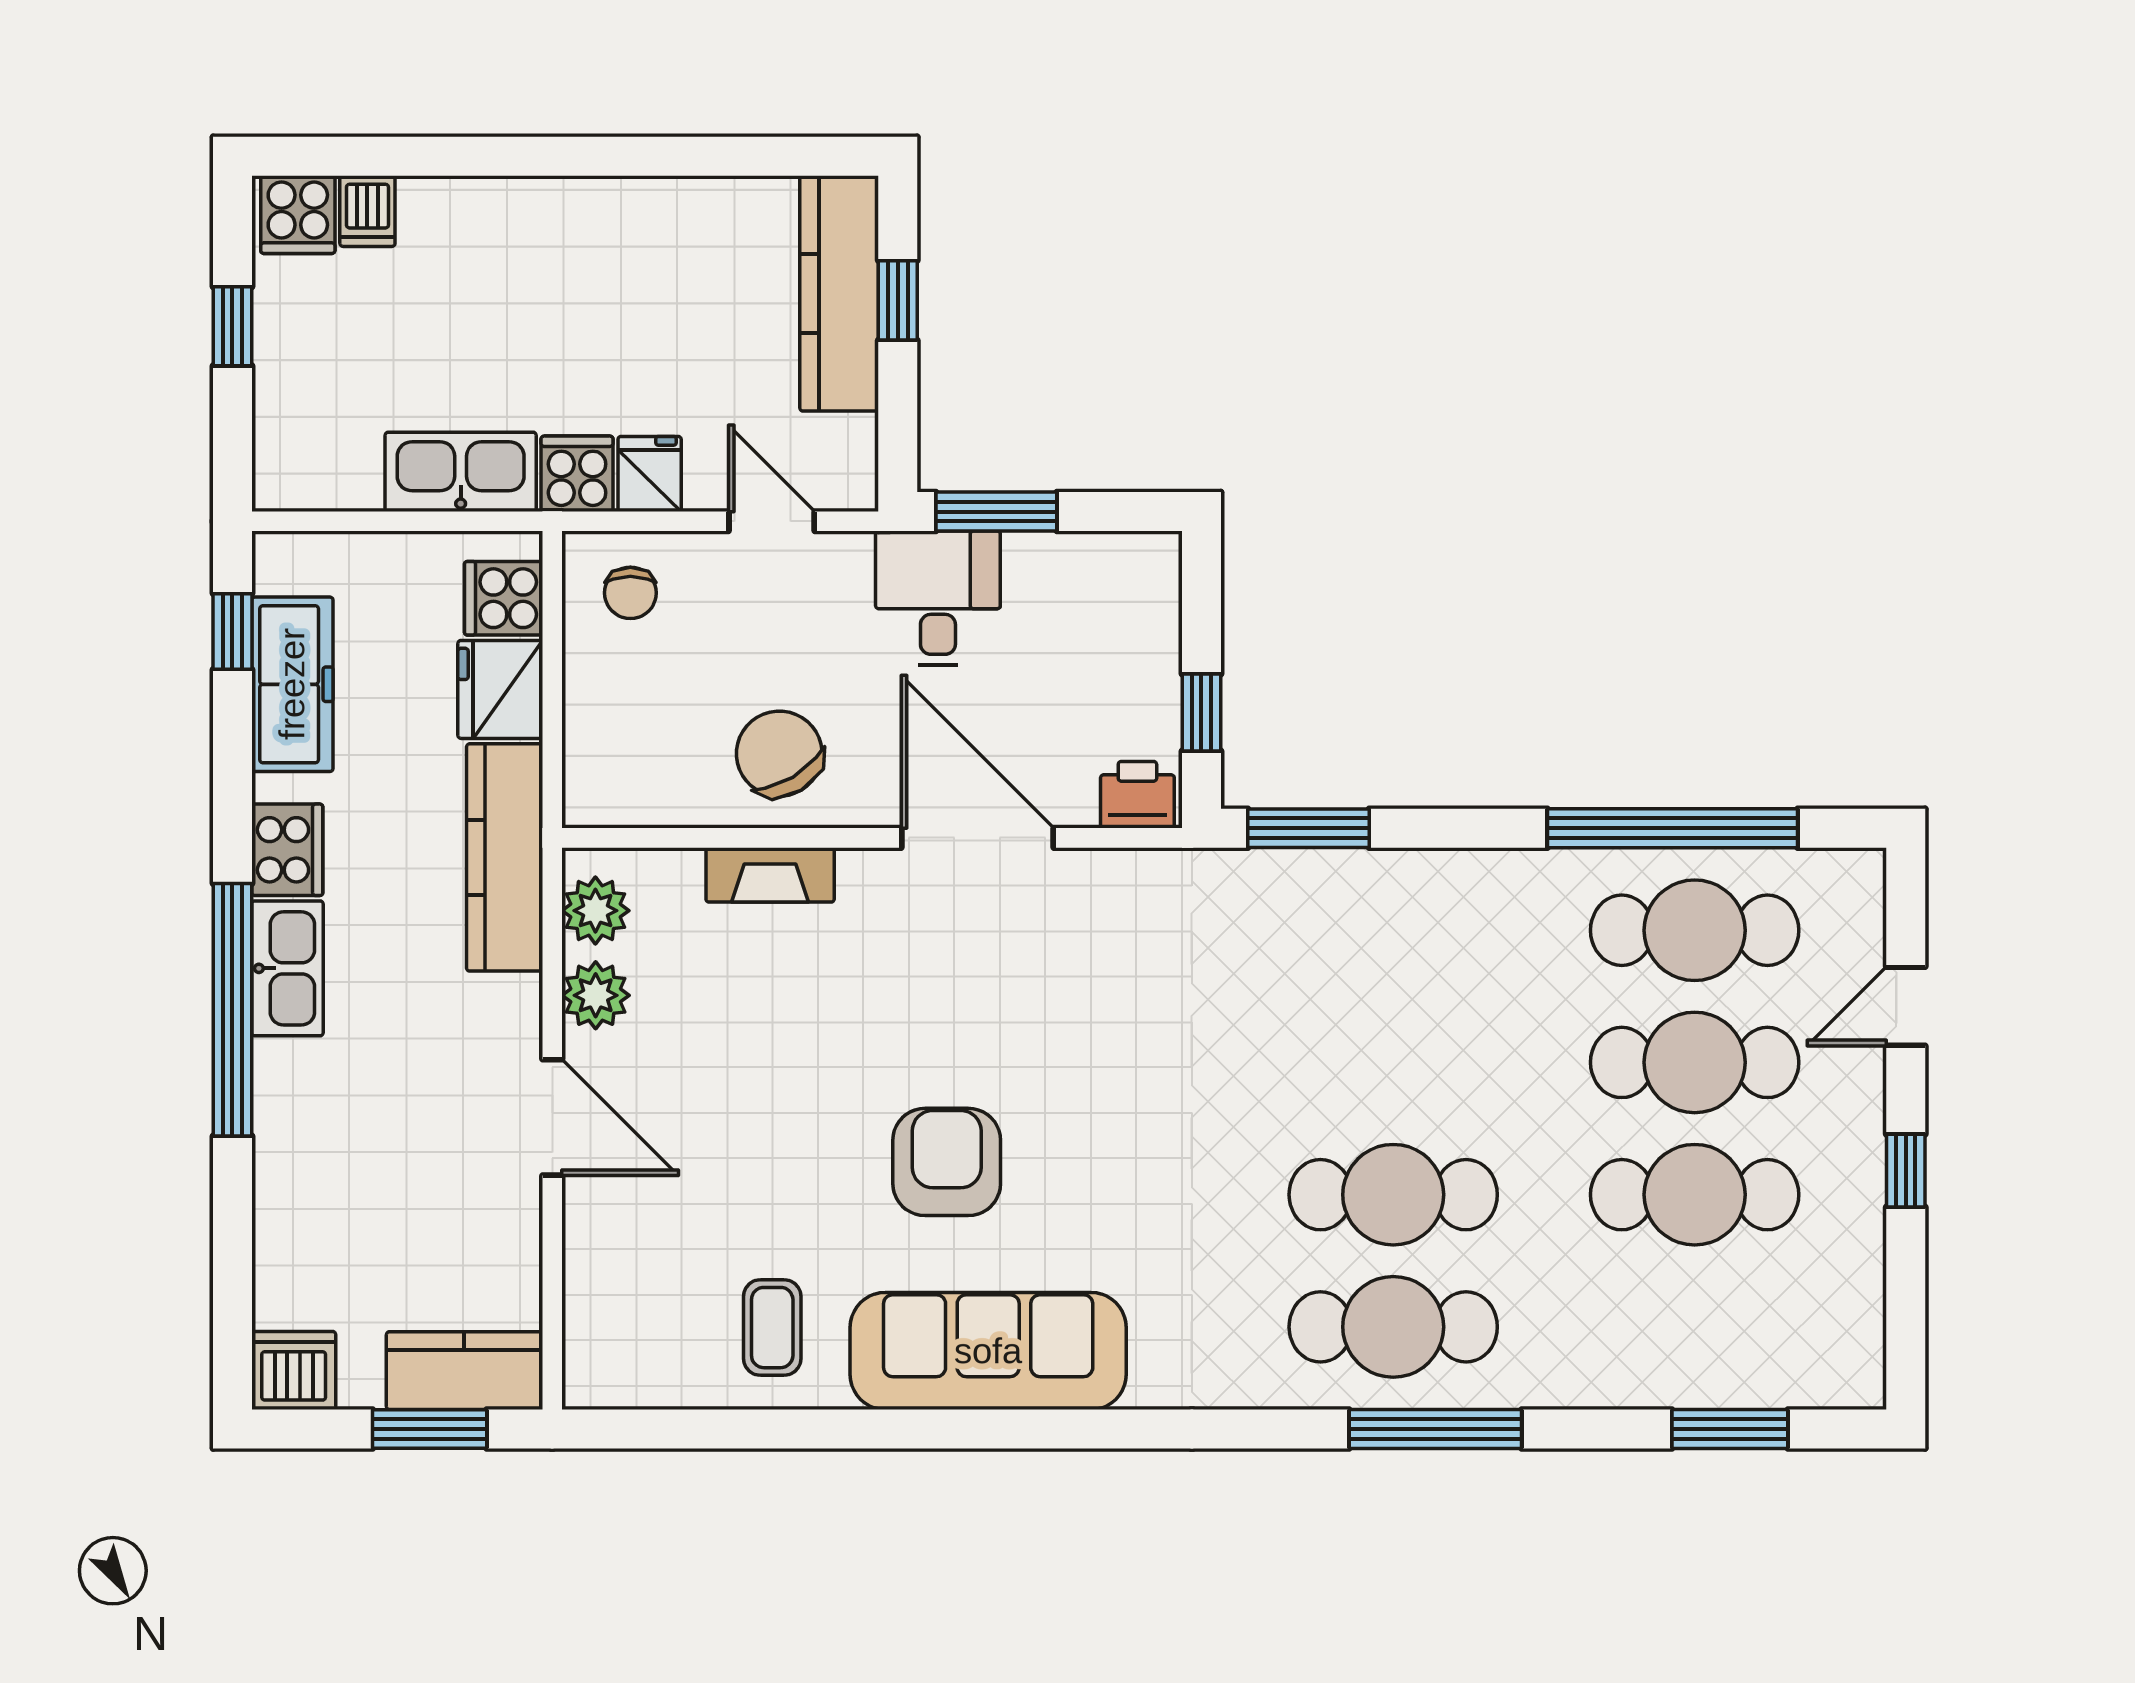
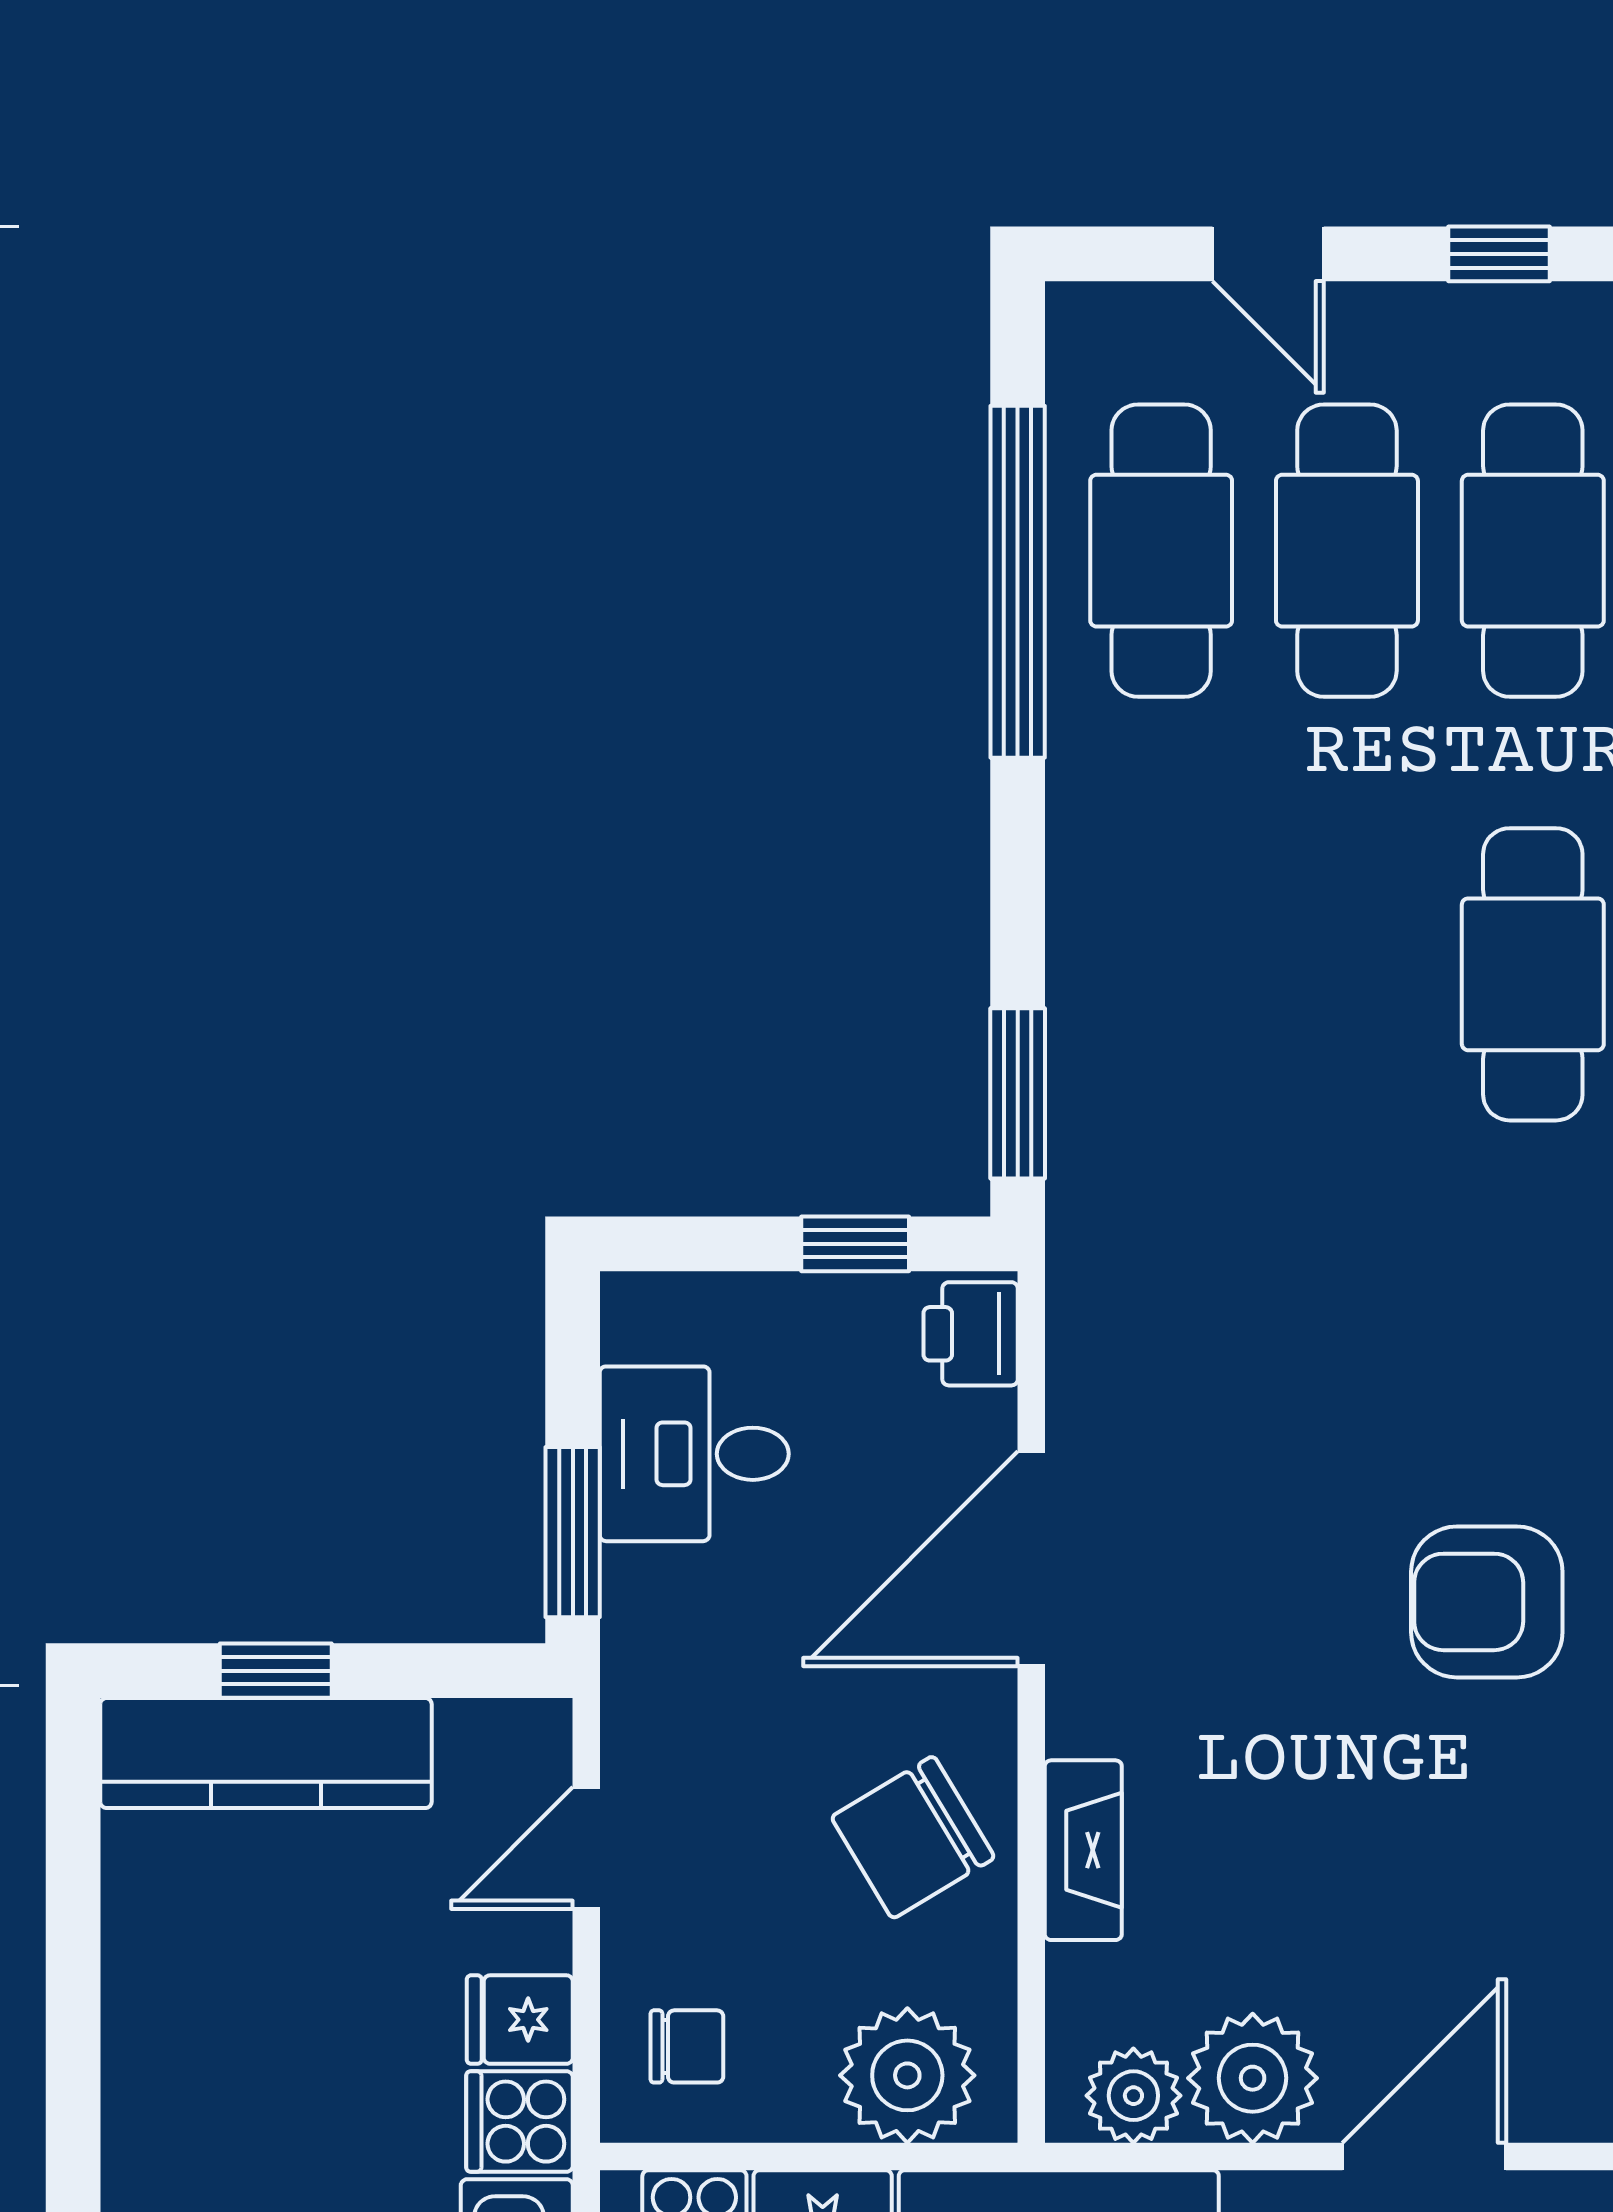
desk: (938, 598) -> (694, 1454), moved
plant: (610, 750) -> (907, 2075), added
plant: (596, 995) -> (1253, 2078), width x1.36, depth x1.36

